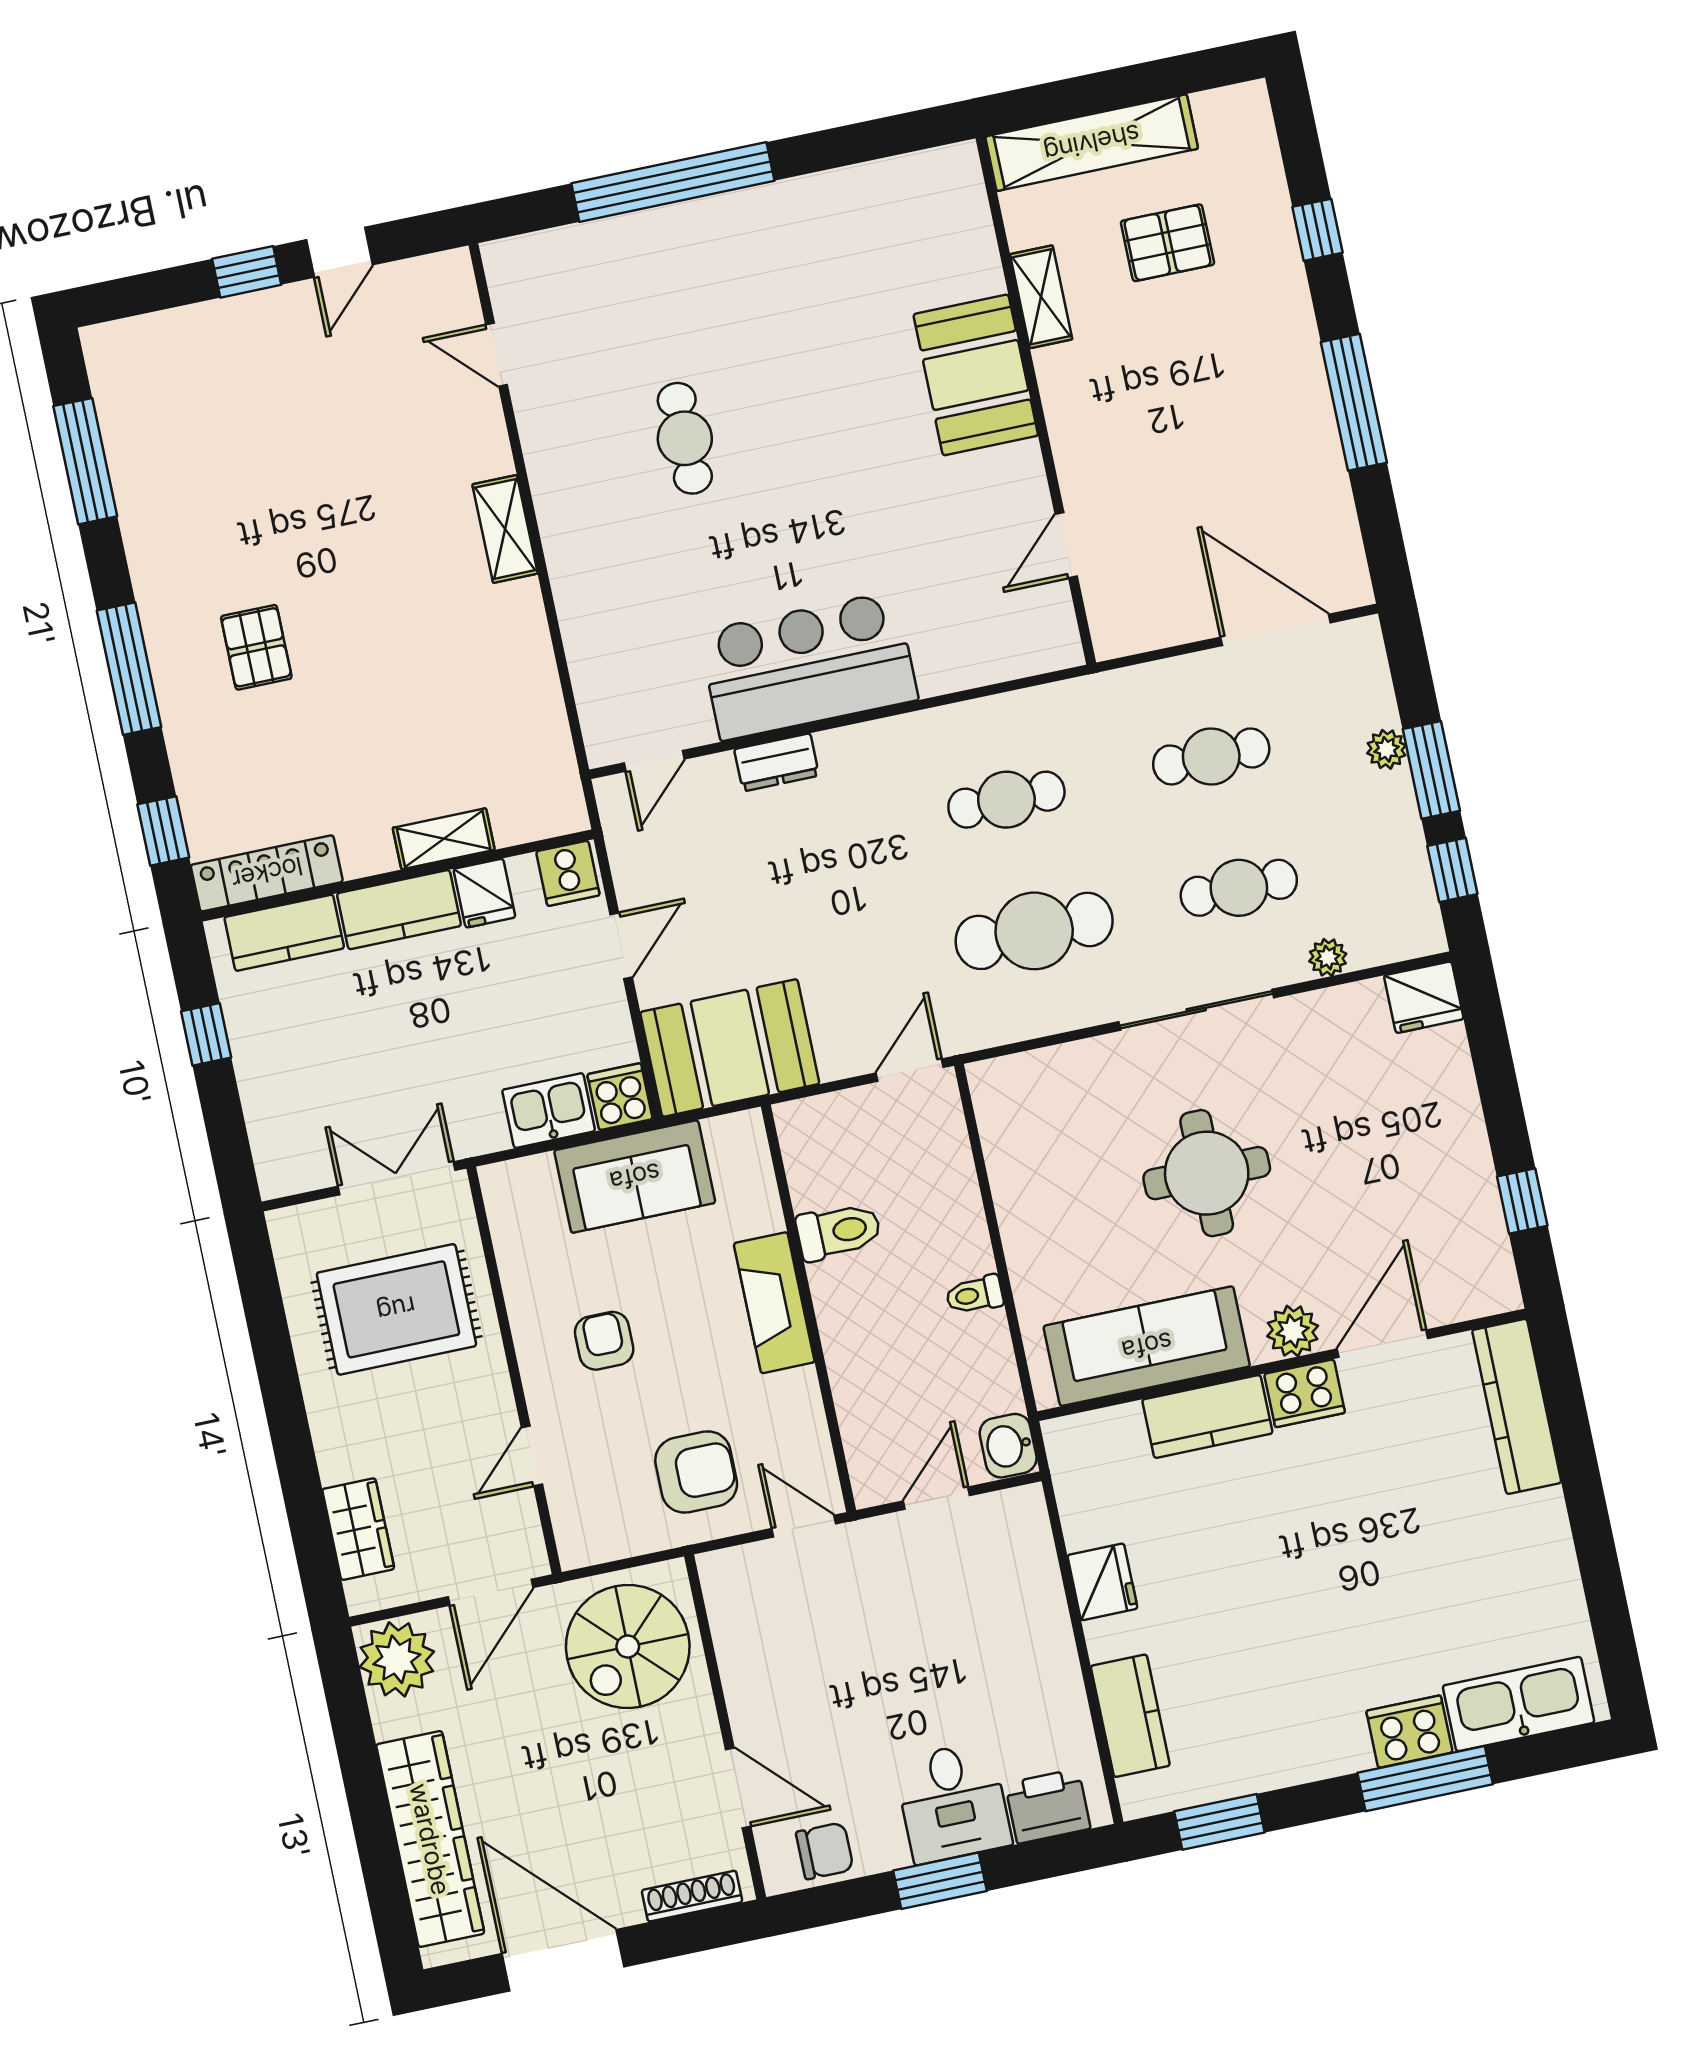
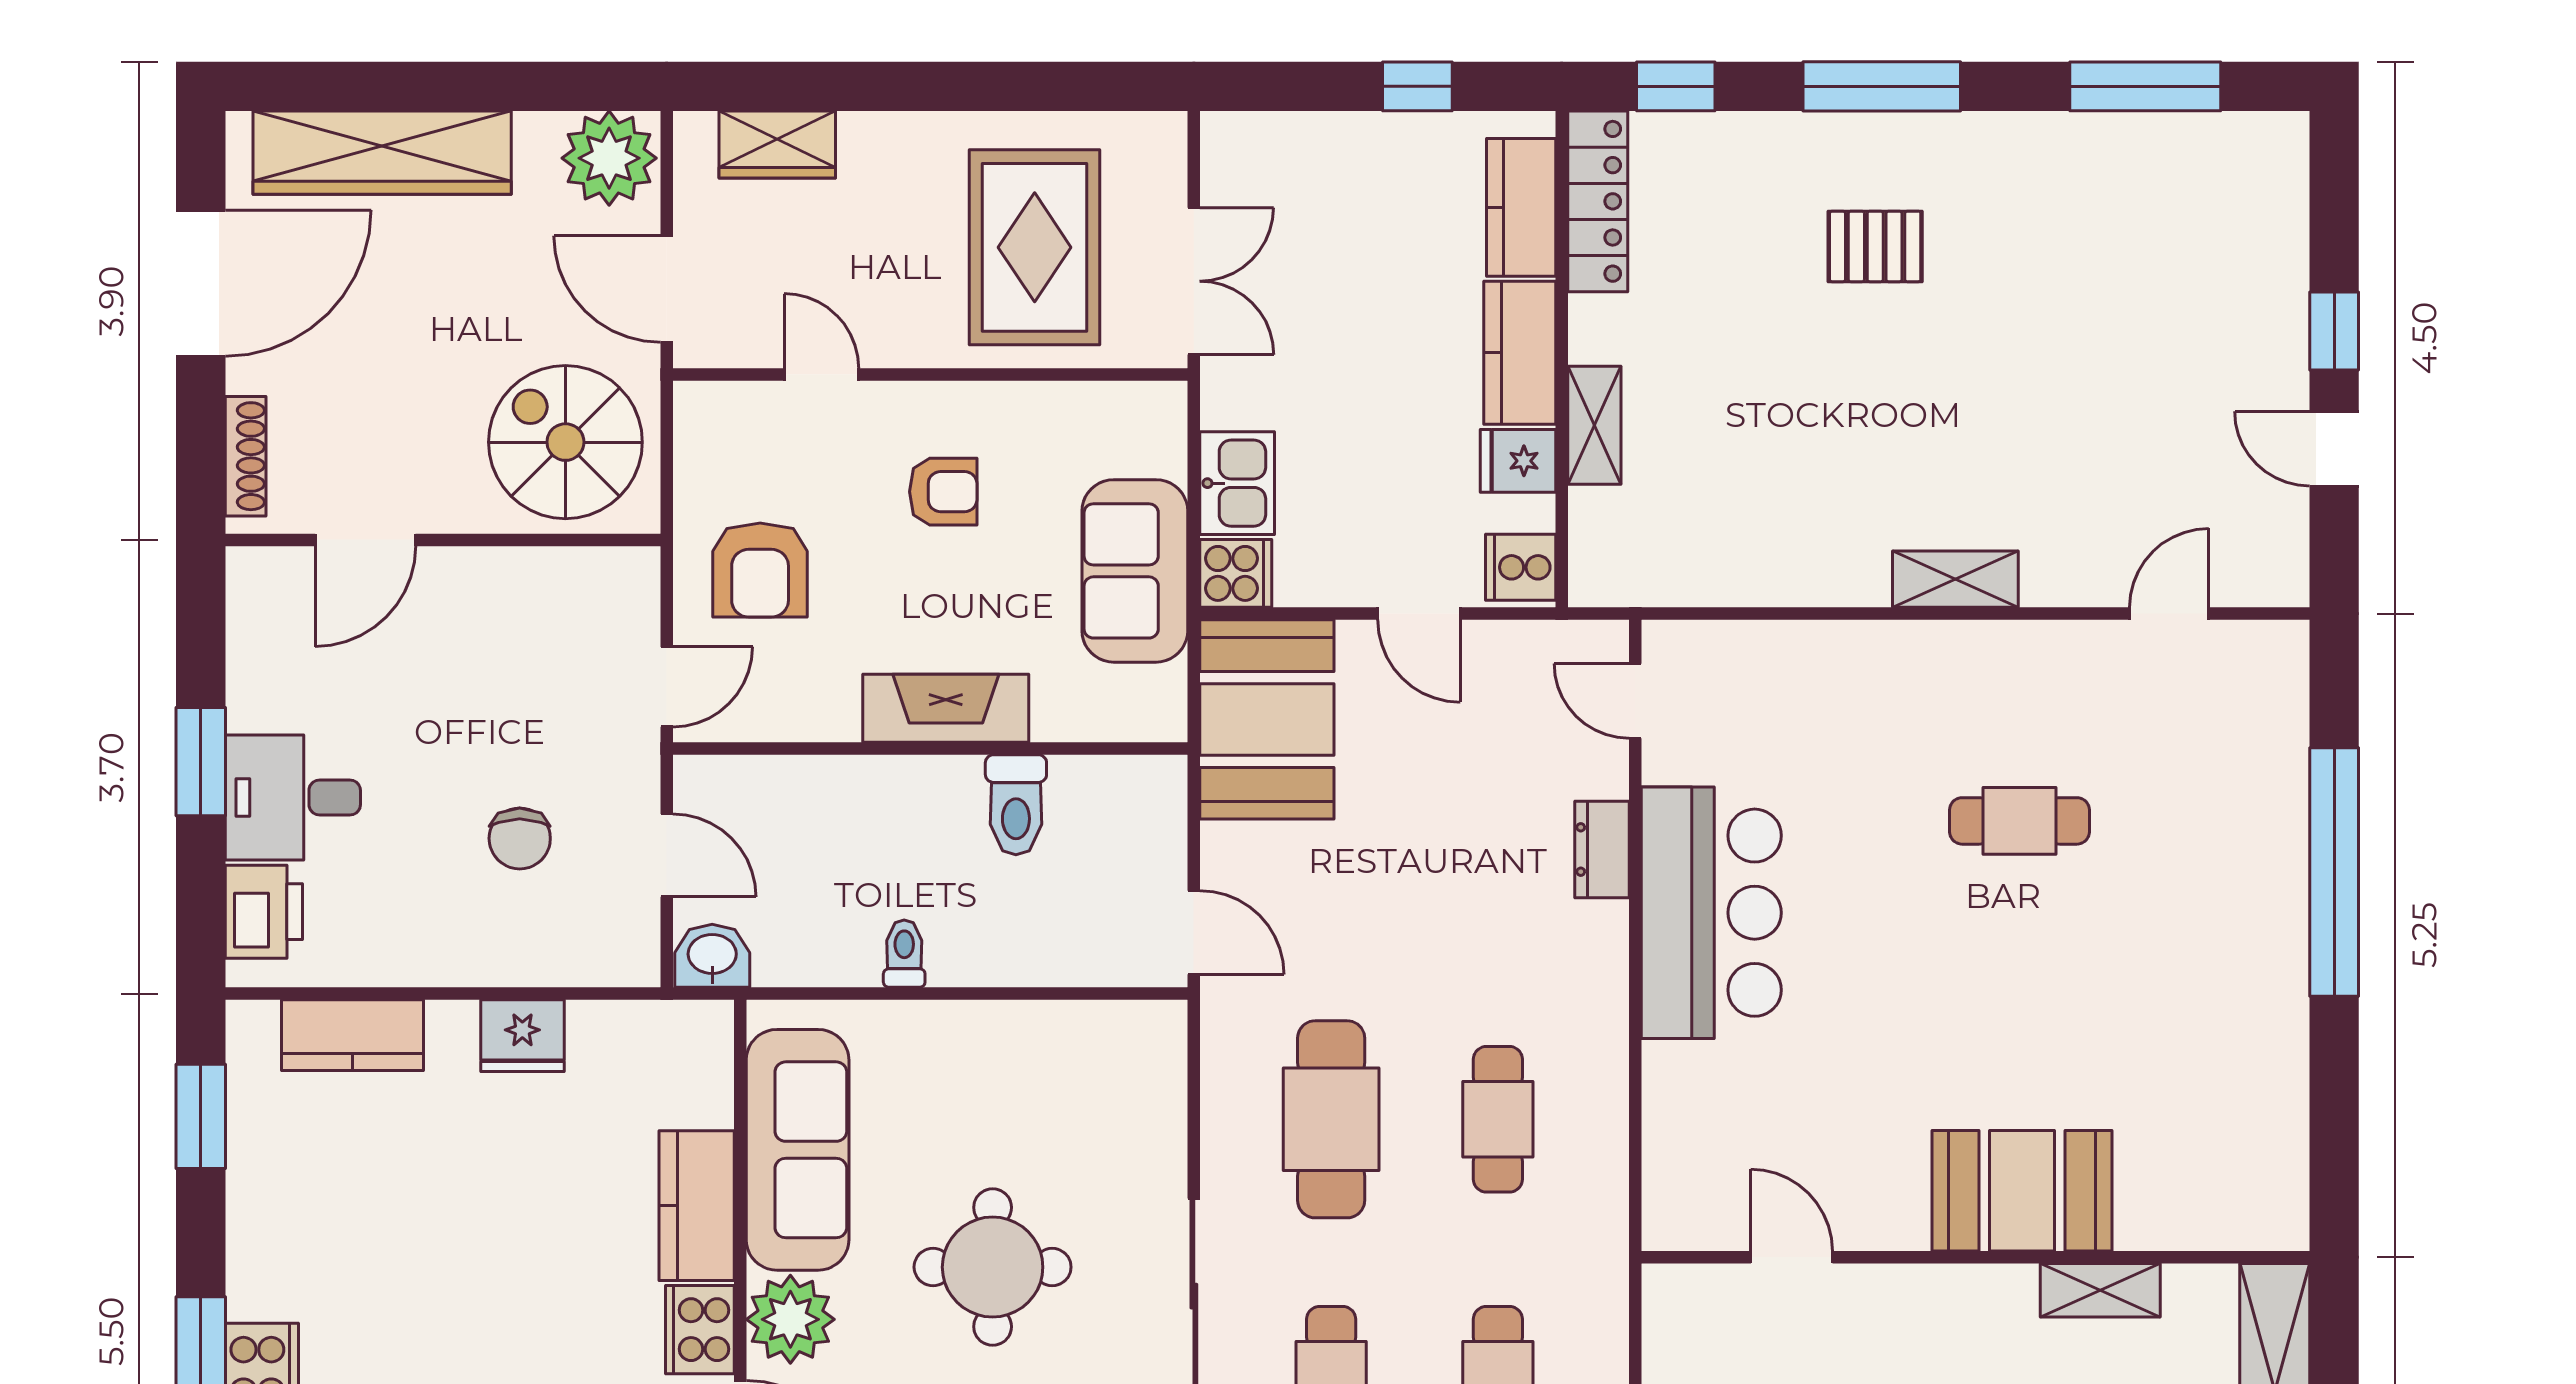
plant: (1293, 1331) -> (790, 1319), width x1.36, depth x1.36
chair: (825, 1851) -> (520, 838), moved

